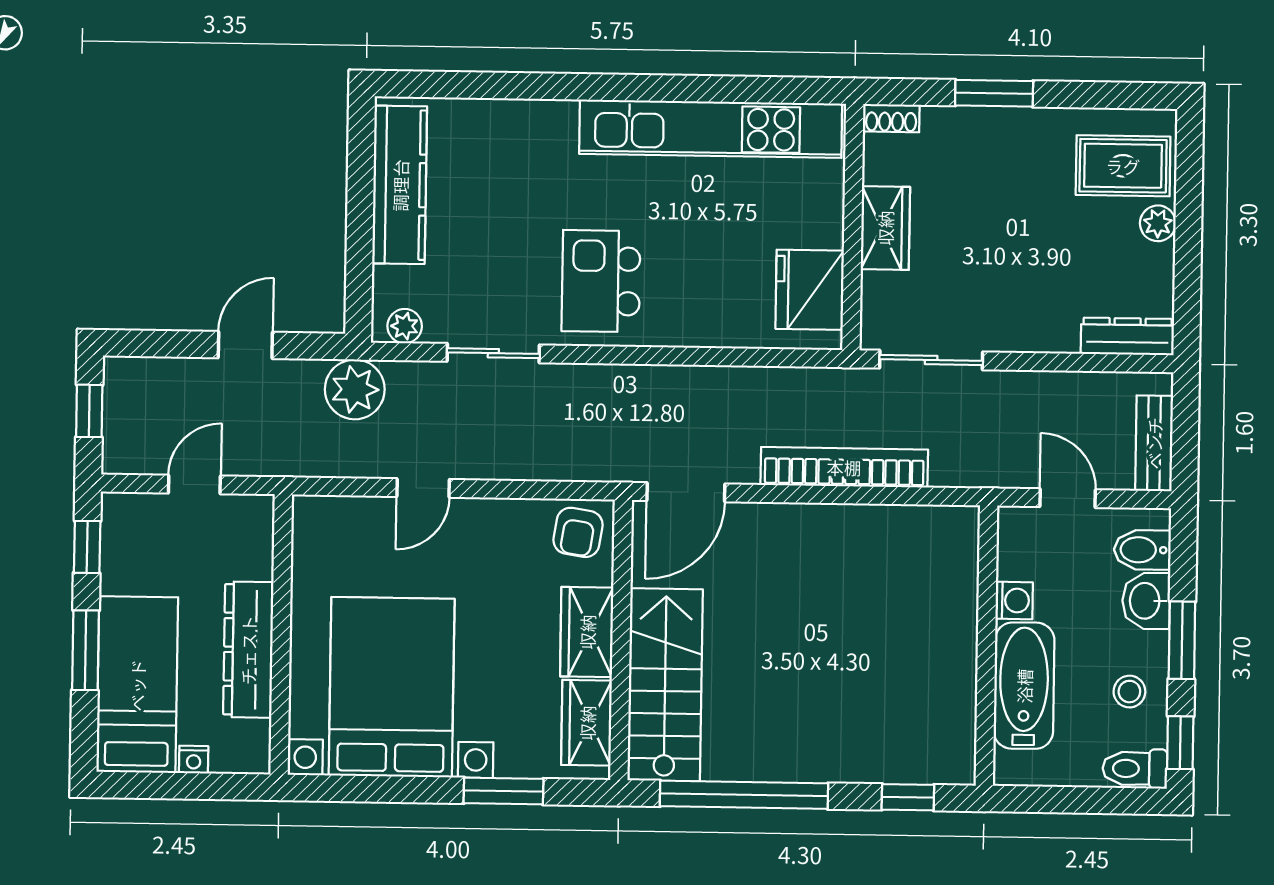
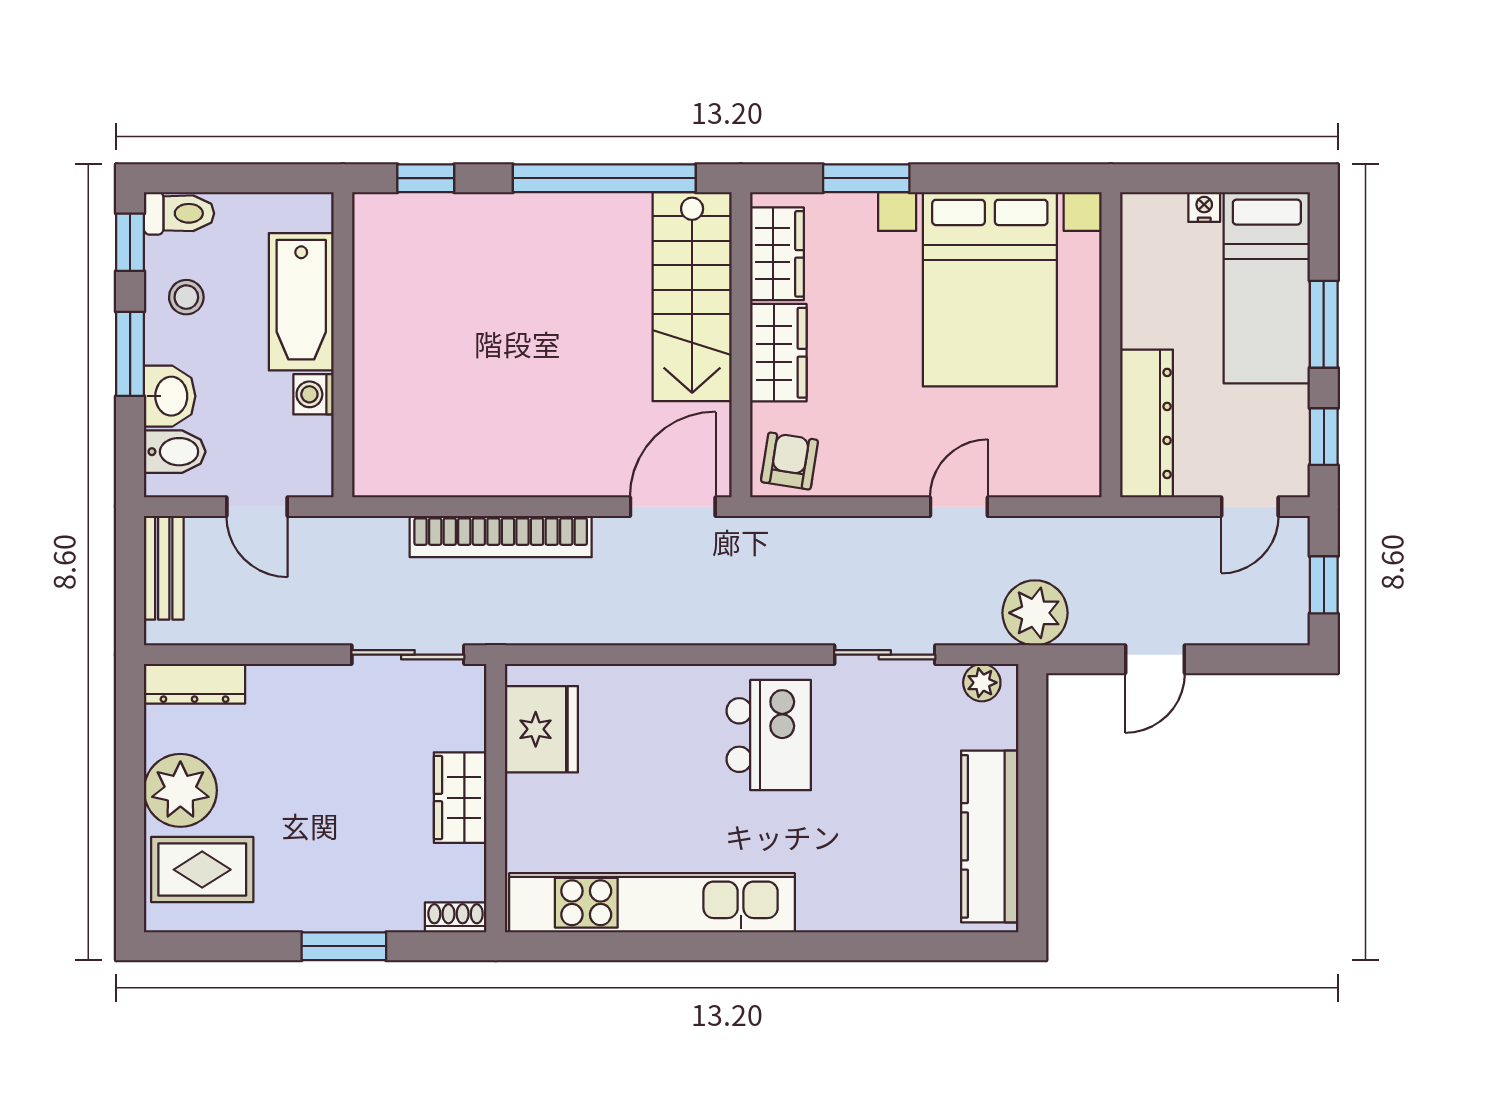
plant: (1158, 223) -> (180, 790), width x1.88, depth x1.88
door: (194, 484) -> (1250, 507), moved
dresser: (248, 650) -> (1147, 423), moved

